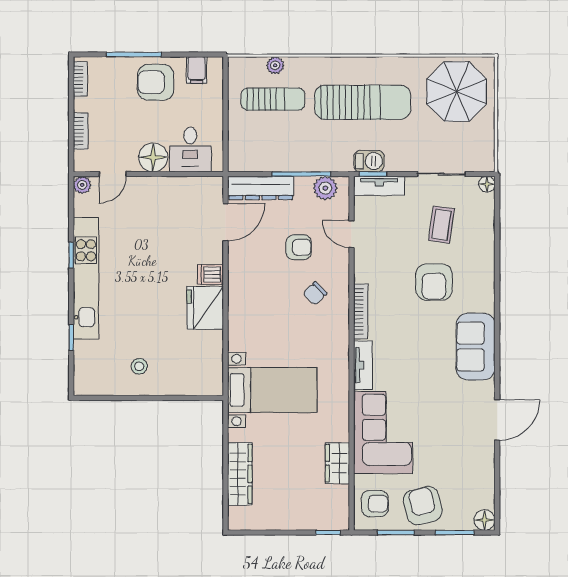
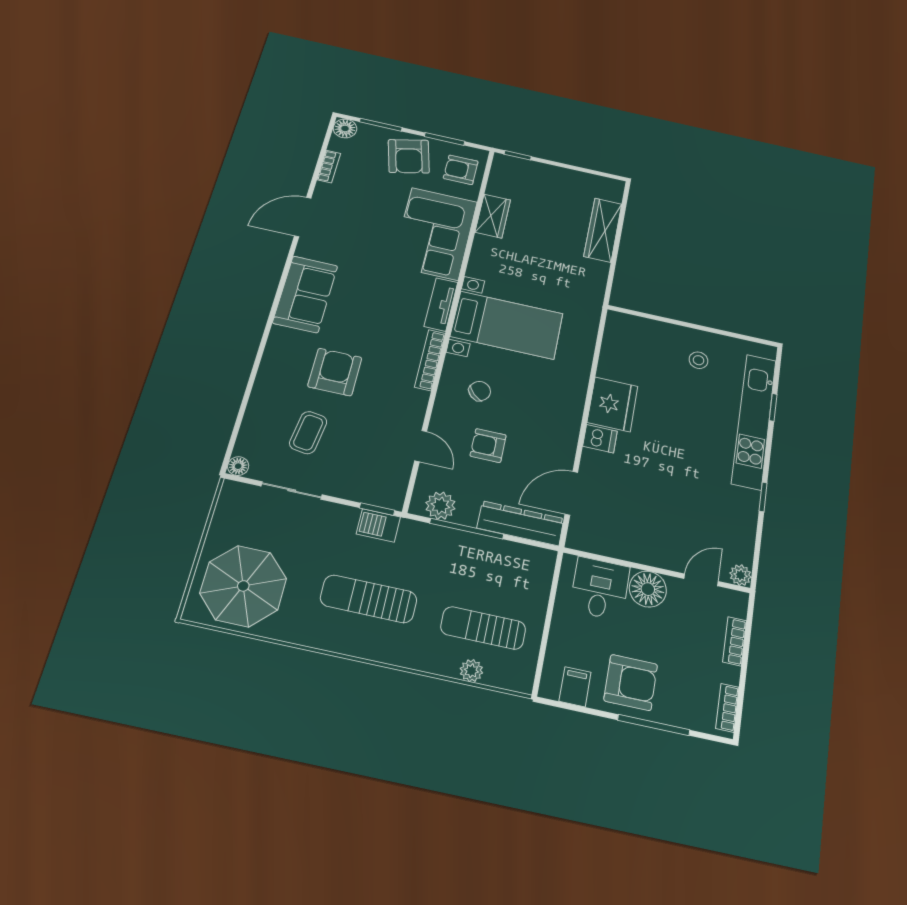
sun lounger: (363, 102) -> (369, 599), width x0.73, depth x0.75
tv unit: (379, 186) -> (373, 494), removed
kitchen unit: (86, 278) -> (754, 421), moved
bed with nightstands: (272, 390) -> (507, 325), moved, turned 180
bookcase: (488, 476) -> (329, 167), added

